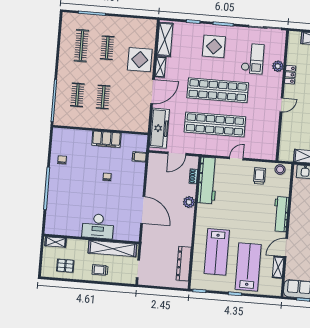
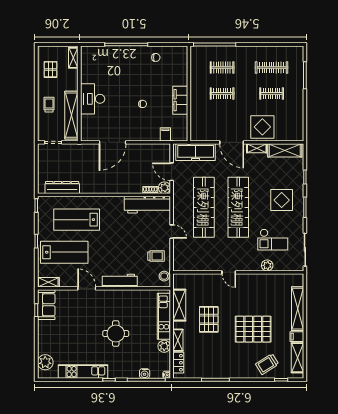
locker: (290, 75) -> (260, 278), removed
plant: (189, 202) -> (164, 188), moved
shelving: (278, 267) -> (48, 282), moved

